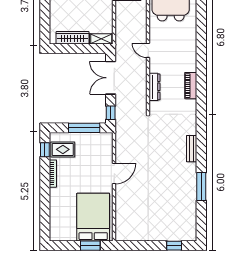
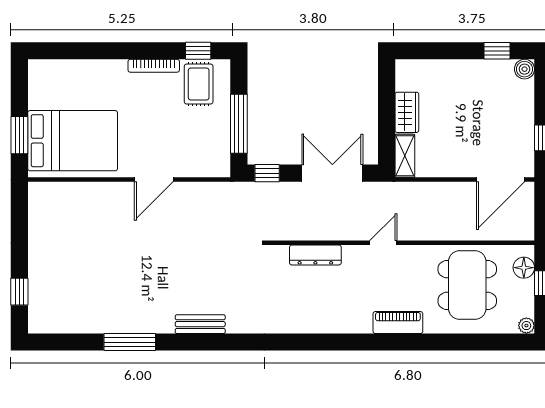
wardrobe: (73, 38) -> (407, 112), width x0.67
piano: (191, 86) -> (398, 323), moved
door: (114, 174) -> (154, 180), hinge flipped

